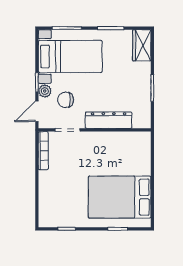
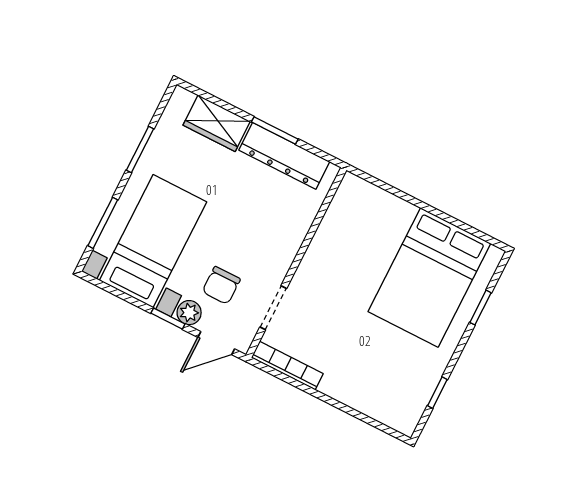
wardrobe: (142, 45) -> (217, 123), moved
door: (37, 111) -> (216, 343), hinge flipped
dresser: (109, 120) -> (284, 156), moved, turned -90

